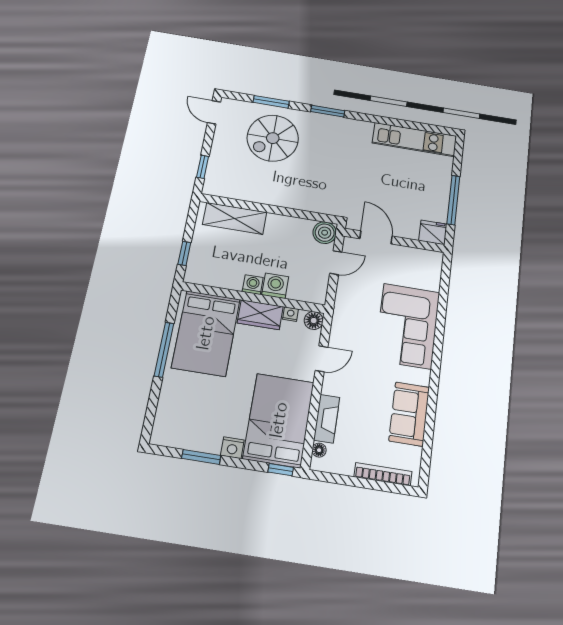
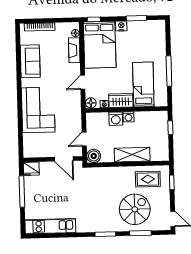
rug: (241, 179) -> (148, 179), added
shelving: (235, 218) -> (132, 155), moved
bed: (206, 333) -> (143, 84), width x0.67

